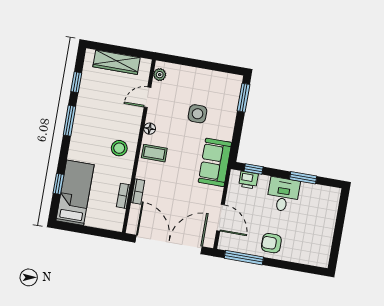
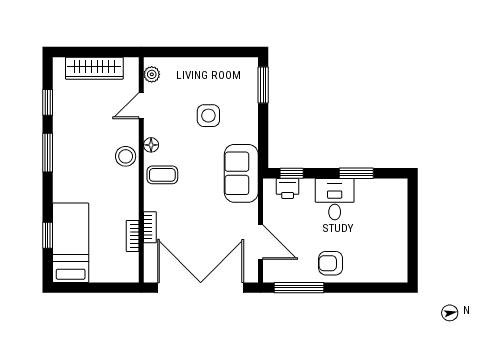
stool: (119, 148) -> (126, 156), moved

